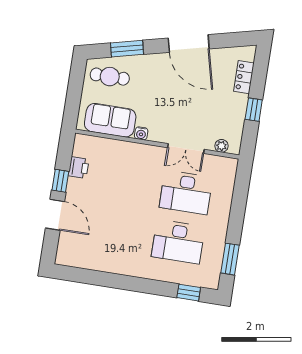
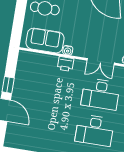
printer: (79, 168) -> (66, 64), moved, turned 90

